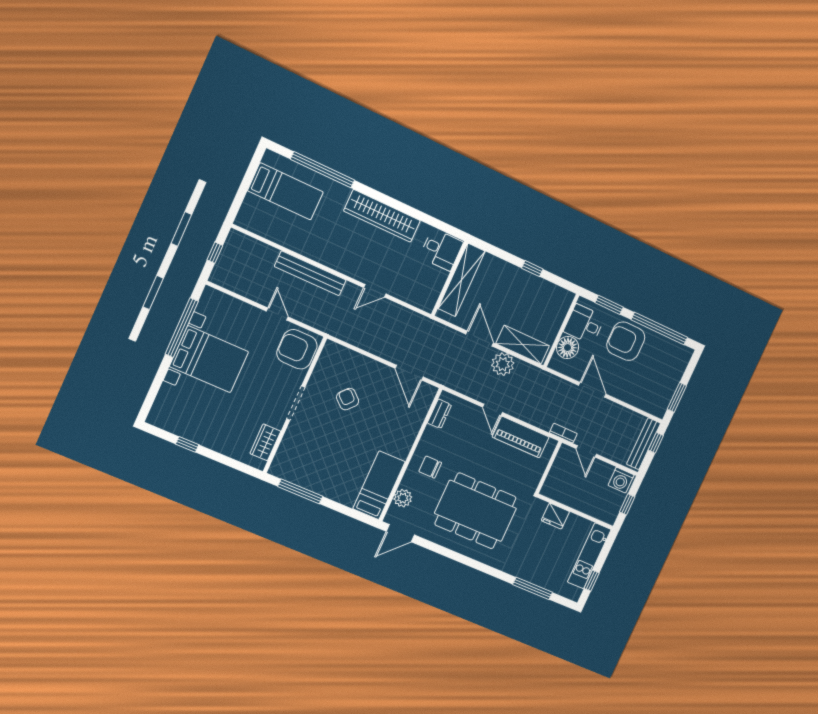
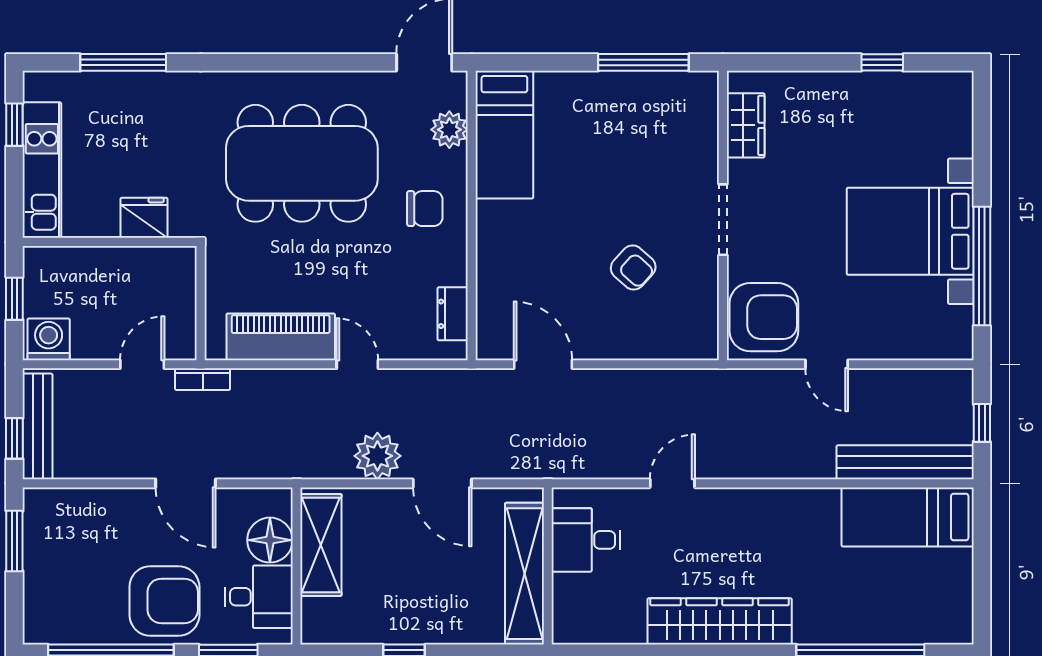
bed: (285, 191) -> (908, 517), moved
desk: (441, 250) -> (586, 540), moved
bench: (310, 273) -> (905, 462), moved
shelving: (523, 345) -> (321, 545), moved, turned 90
door: (586, 451) -> (142, 364), hinge flipped

